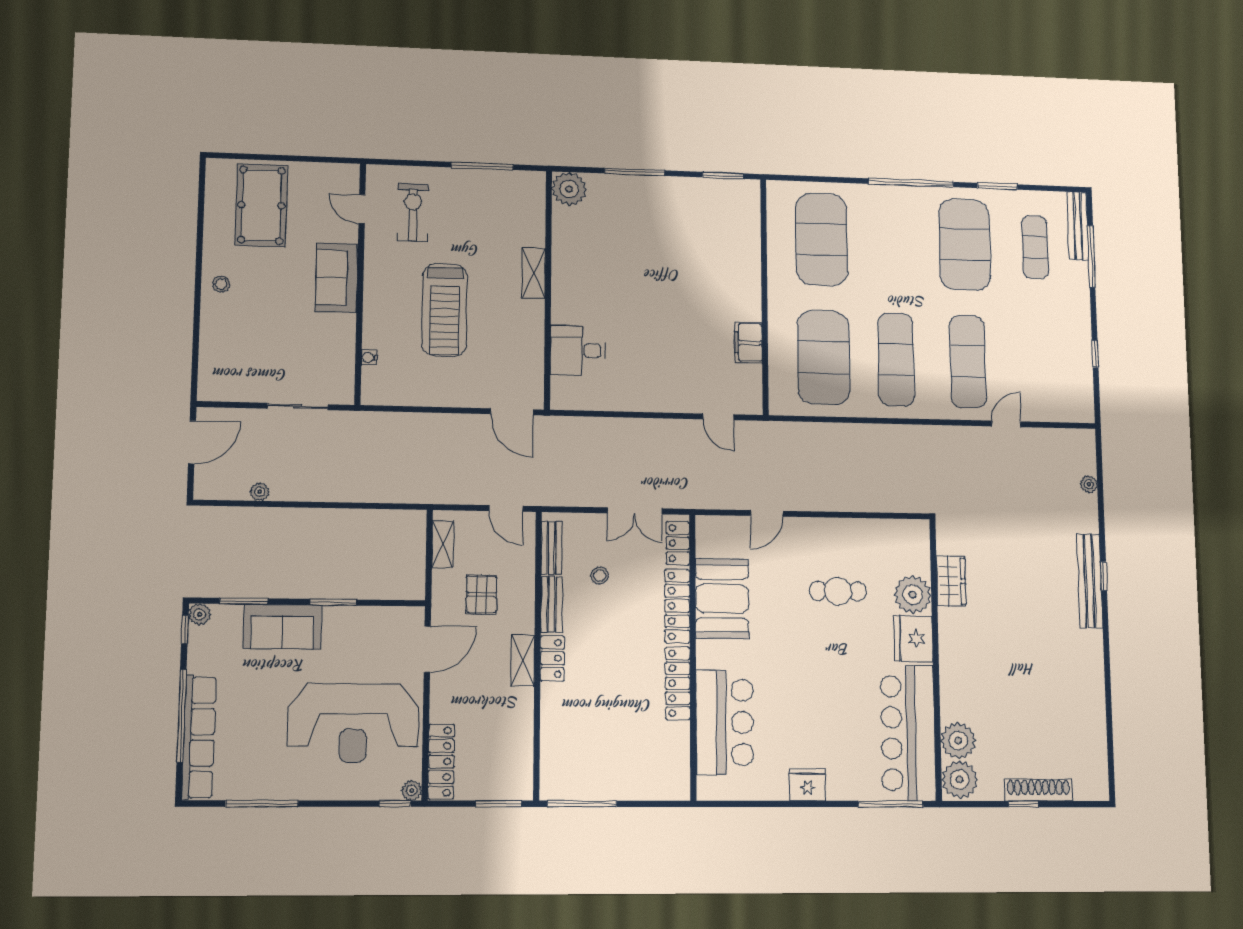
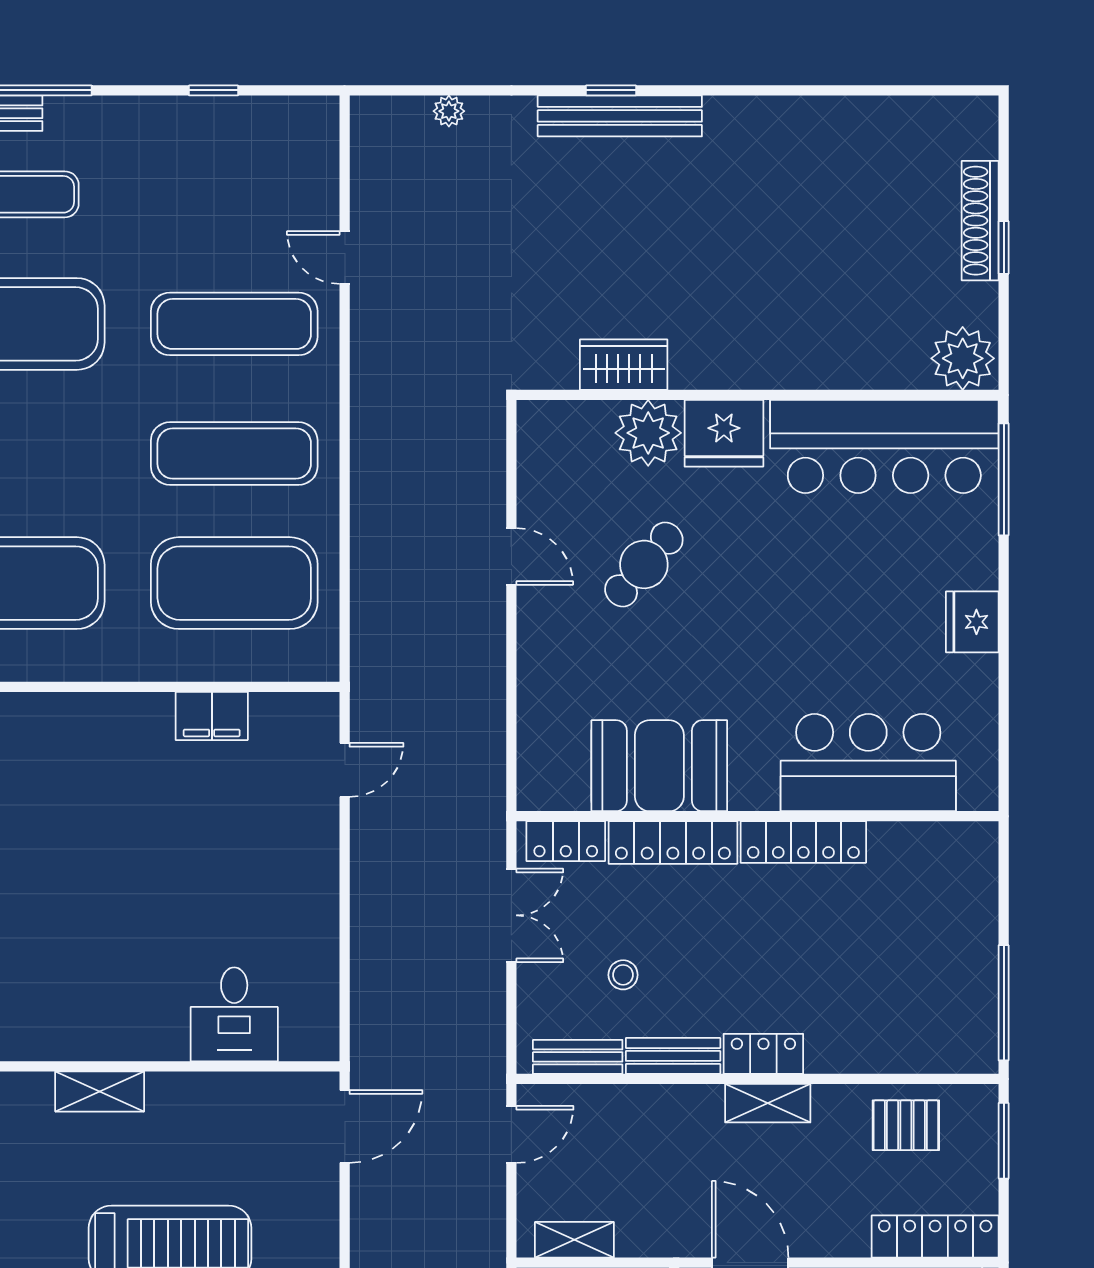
door: (767, 513) -> (511, 556), moved
cafe table: (838, 591) -> (644, 564), turned 41
pallet: (481, 594) -> (906, 1125), moved
plant: (958, 741) -> (897, 359), removed

